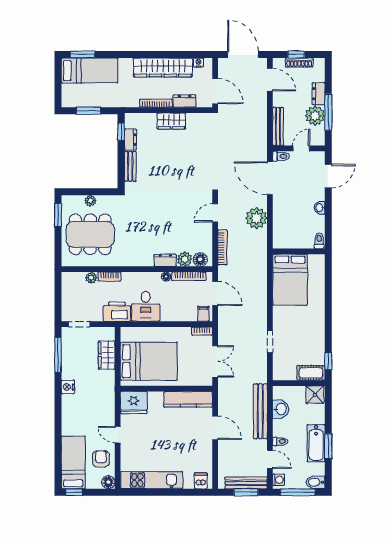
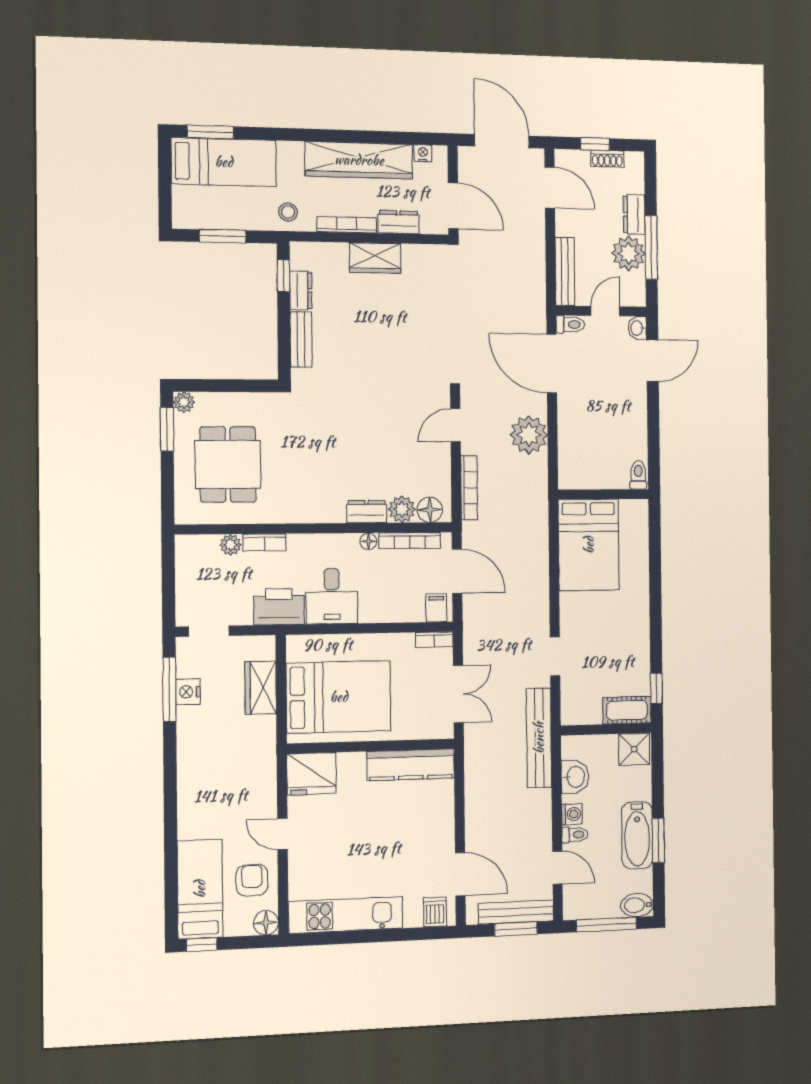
shoe rack: (299, 63) -> (607, 159), width x0.70
stool: (124, 97) -> (288, 212), added
plant: (90, 201) -> (184, 402), moved
washbasin: (320, 208) -> (637, 328), moved
dining table: (90, 234) -> (228, 464), width x0.73
nightstand: (68, 387) -> (188, 692), moved
bench: (260, 411) -> (539, 738), moved
door: (215, 428) -> (460, 874), moved
washing machine: (279, 480) -> (572, 814), moved

